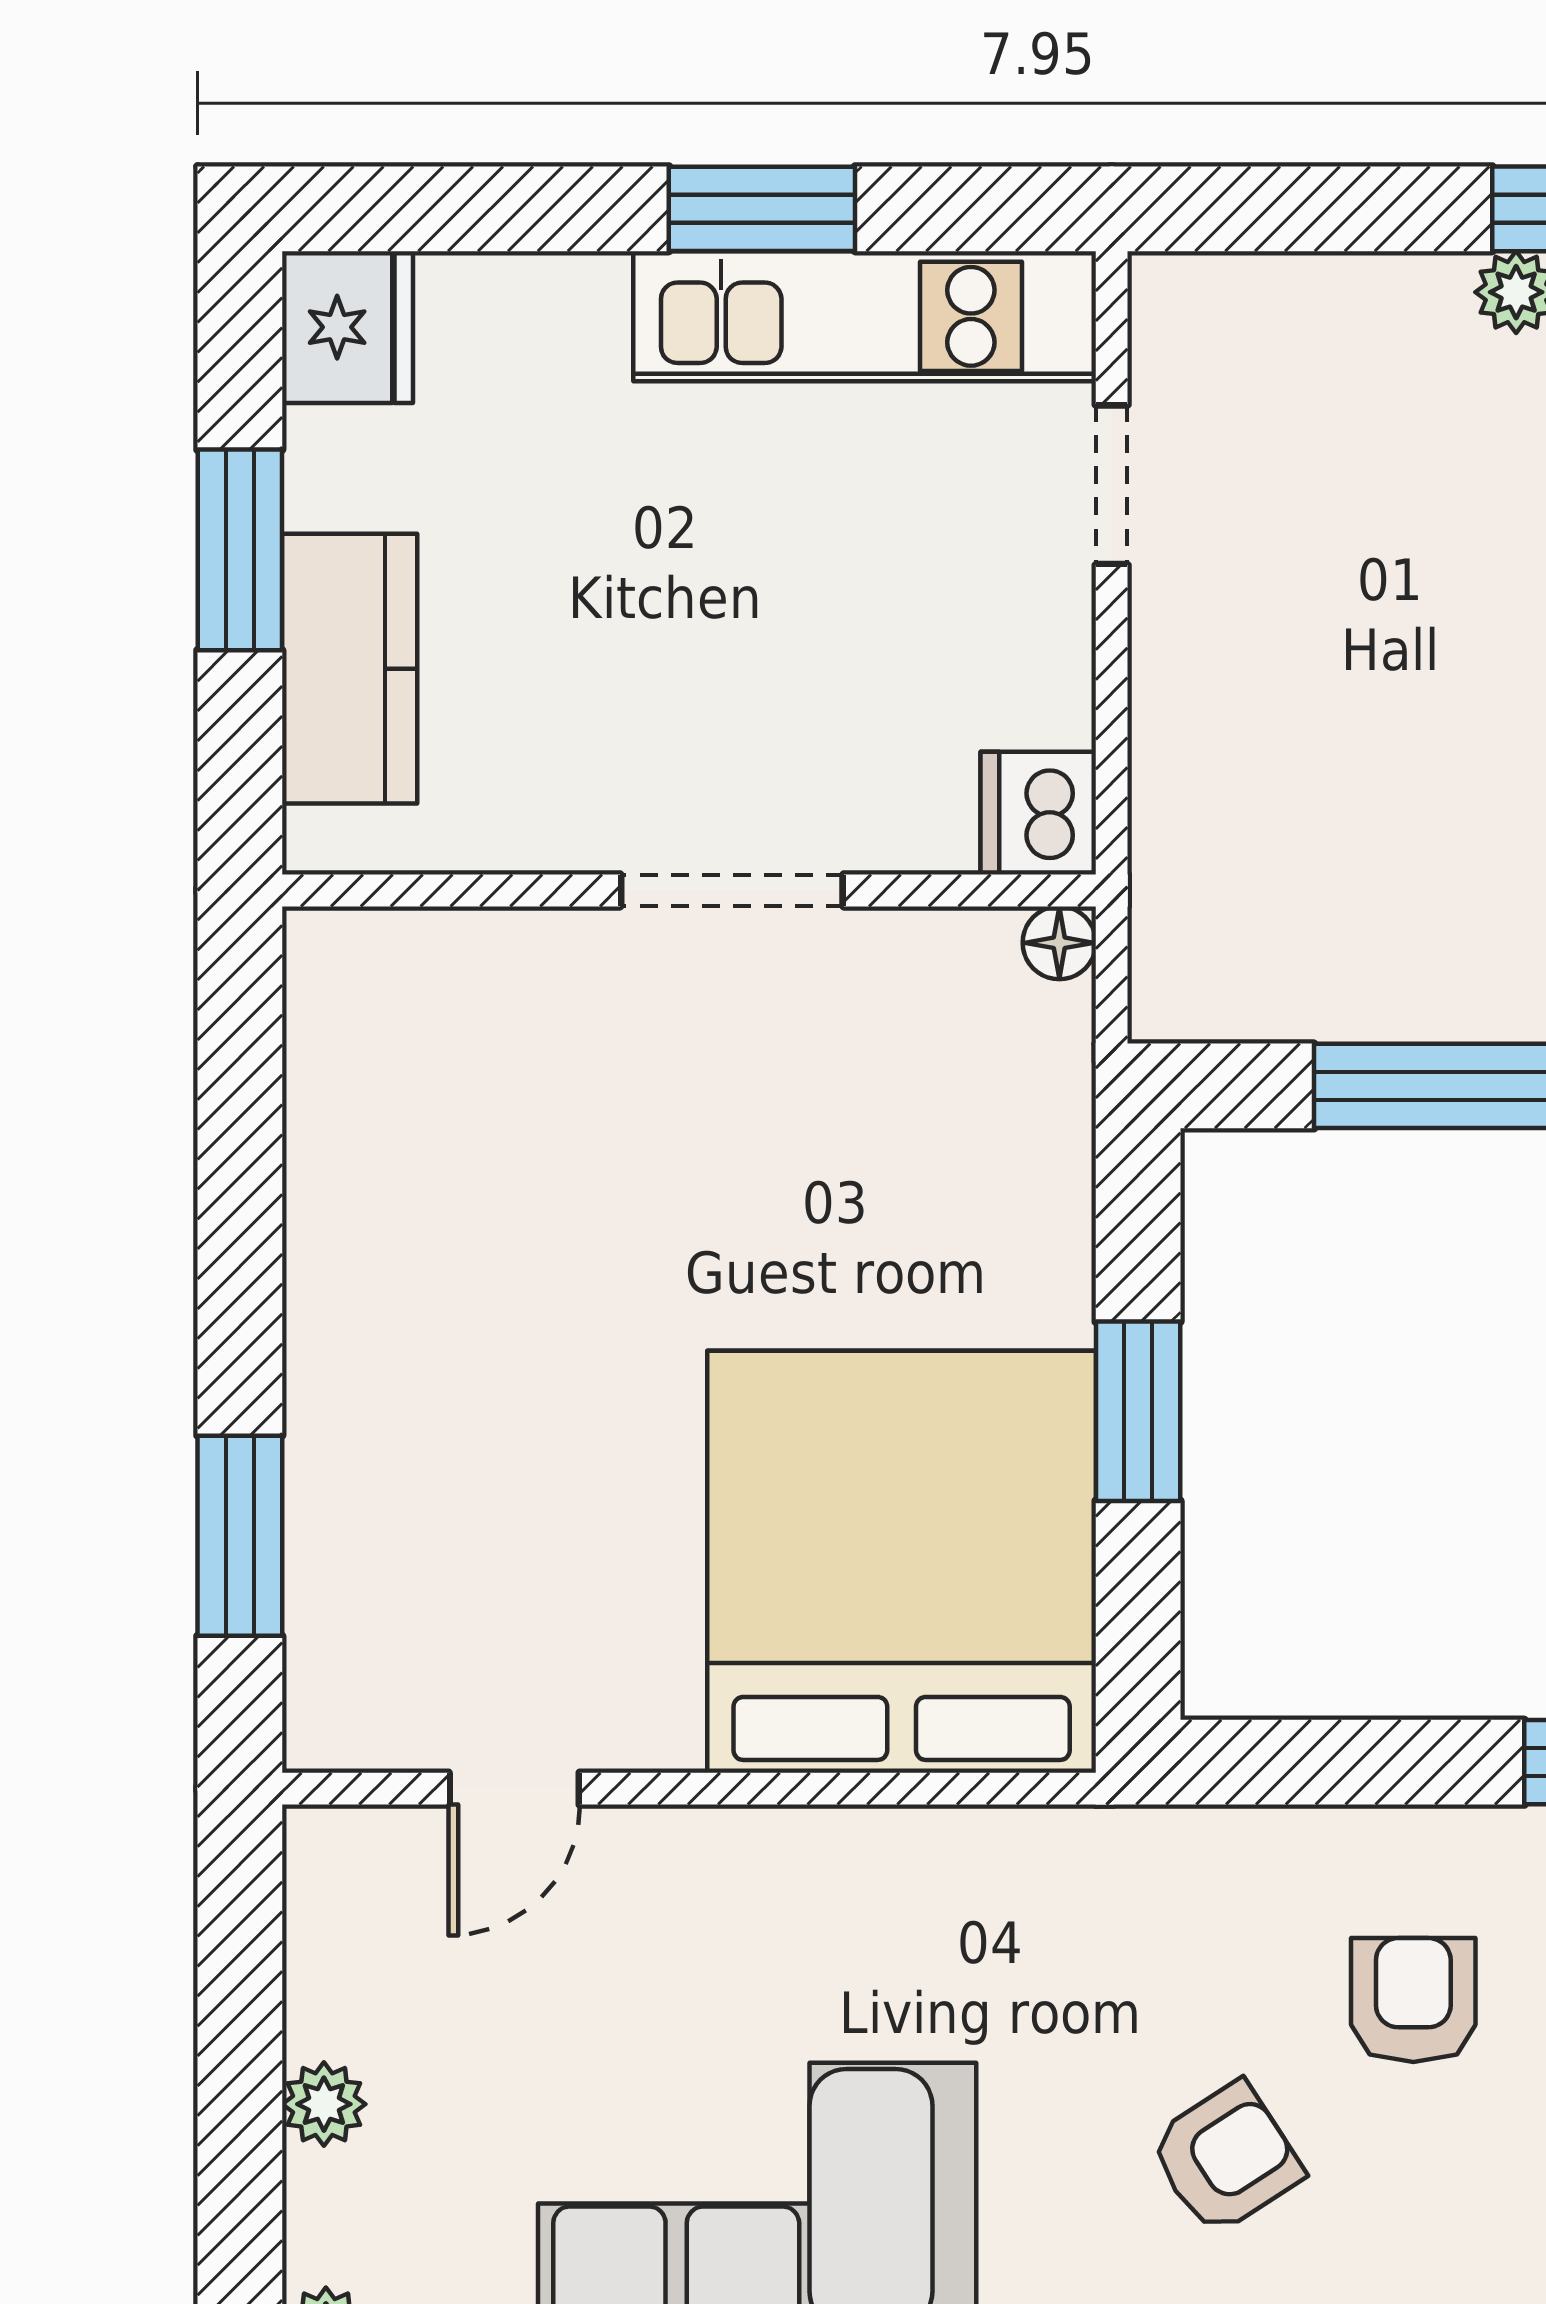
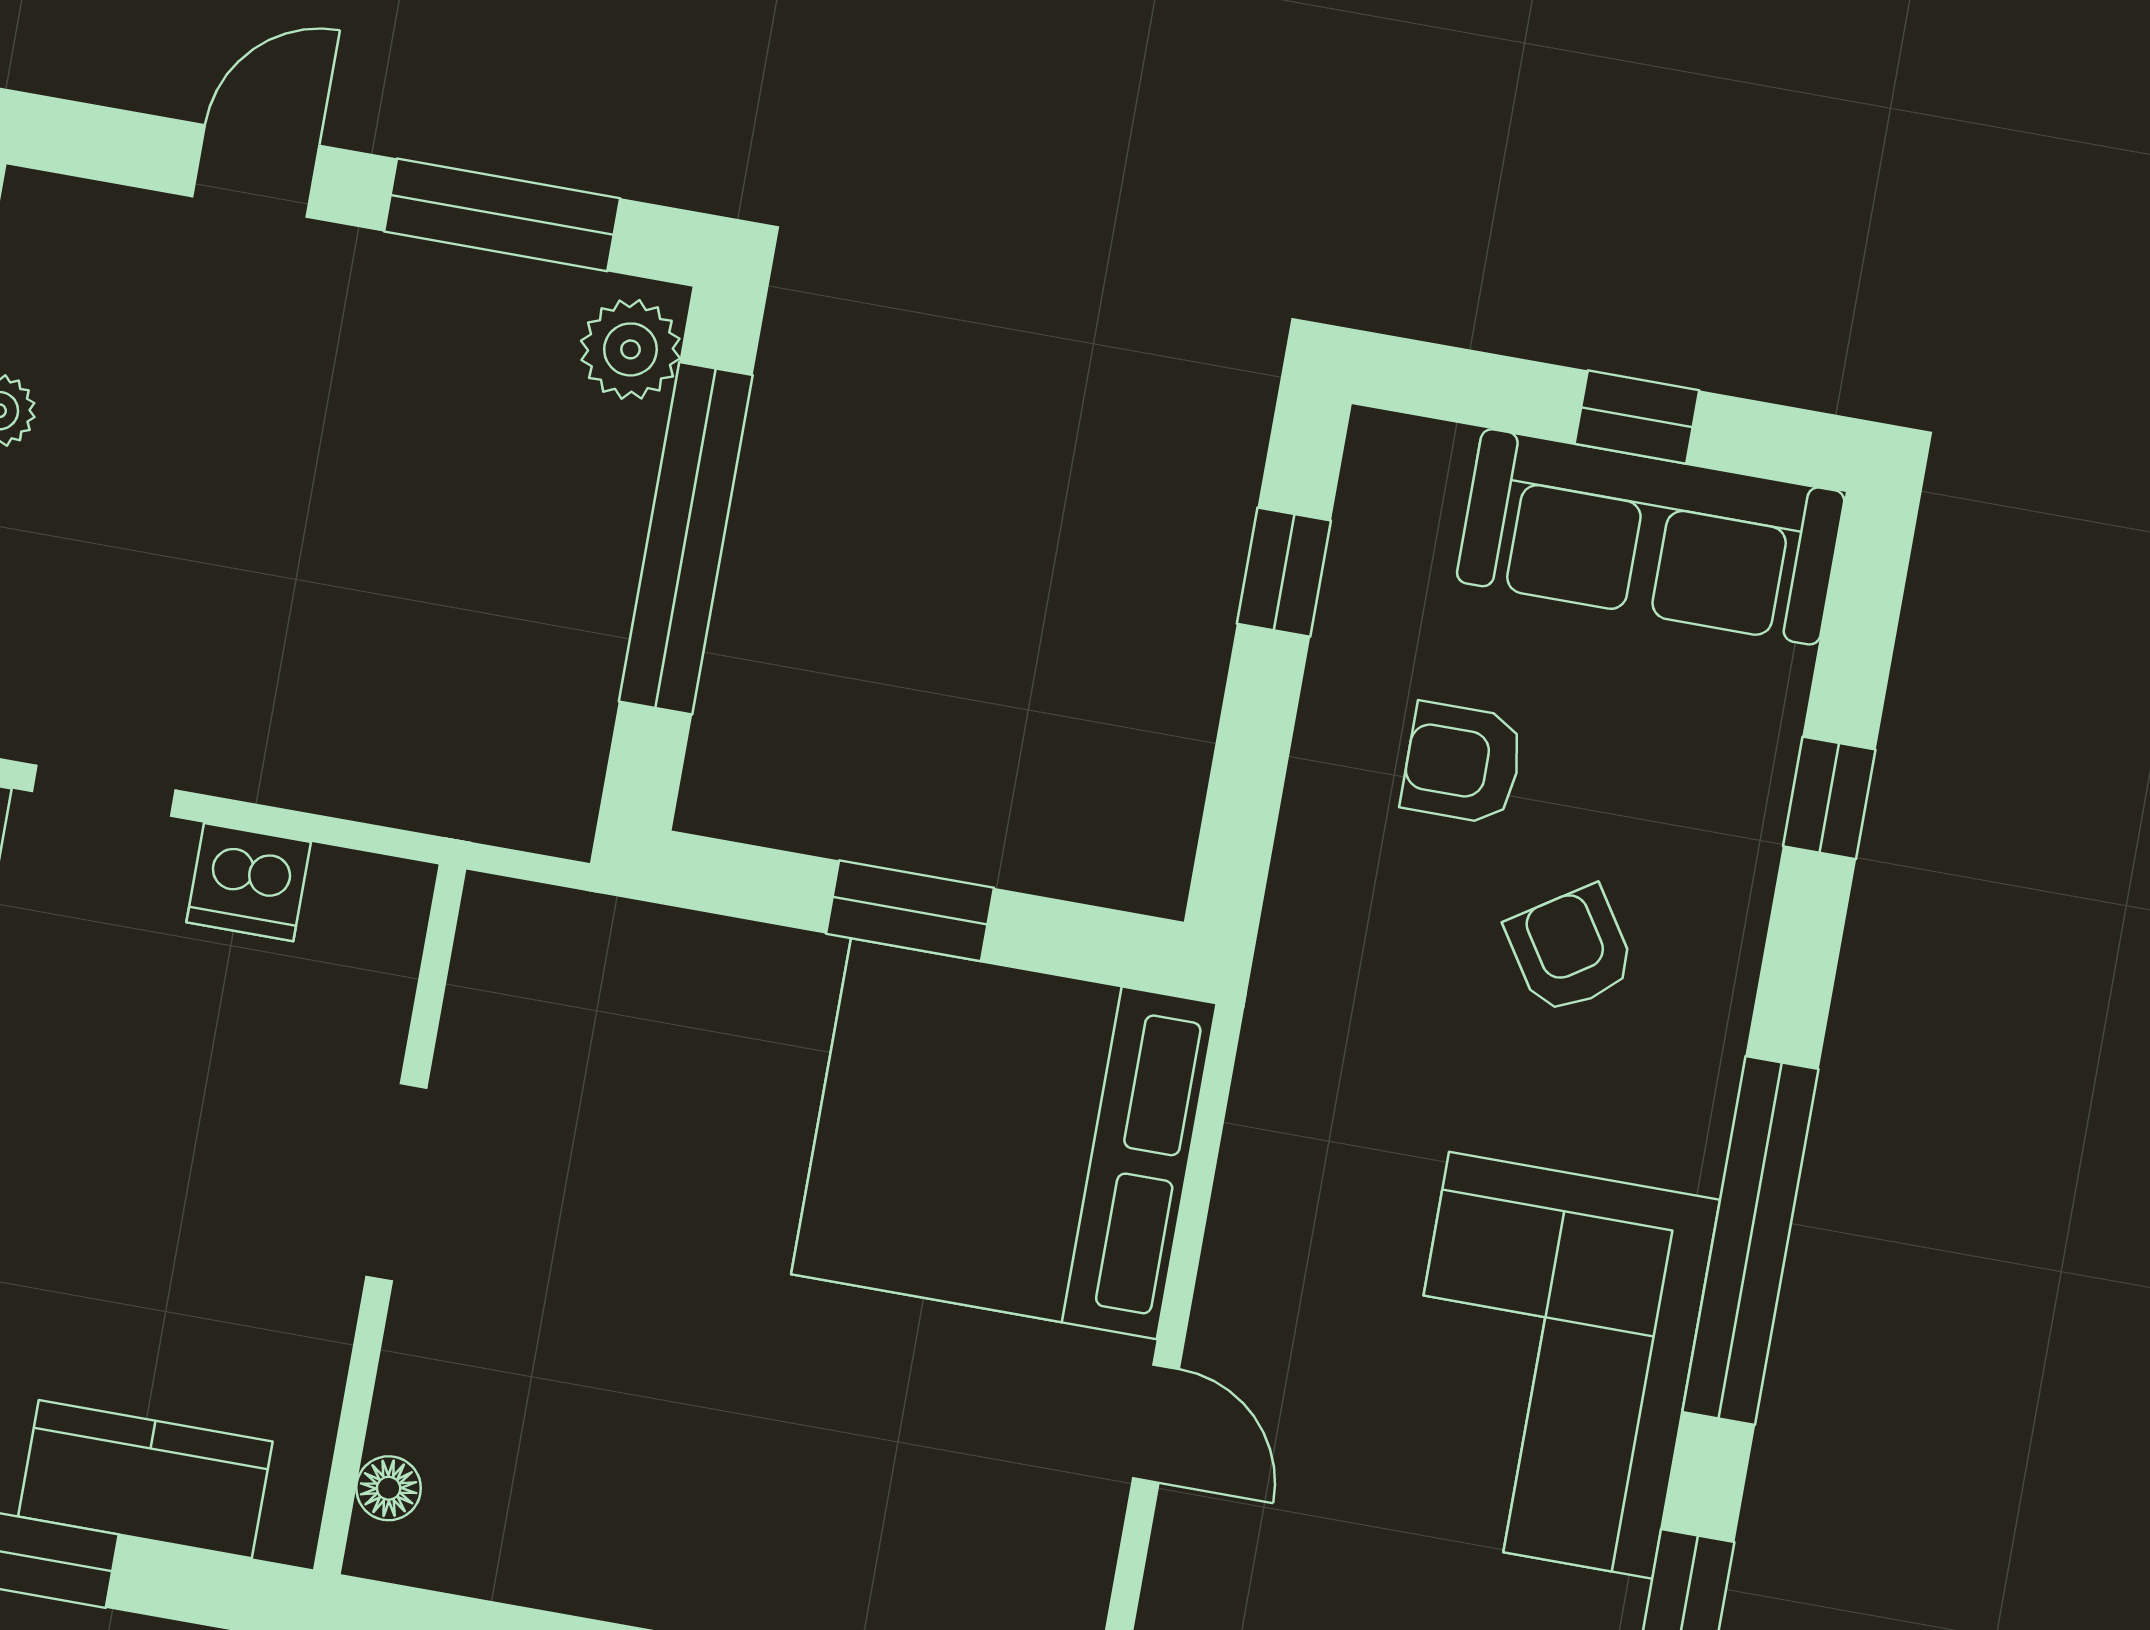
dishwasher: (1038, 813) -> (249, 882), moved
floor lamp: (1059, 943) -> (389, 1488), moved
door: (514, 1789) -> (1156, 1424), moved

